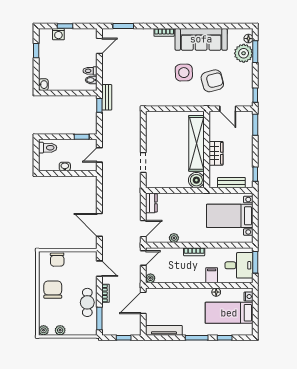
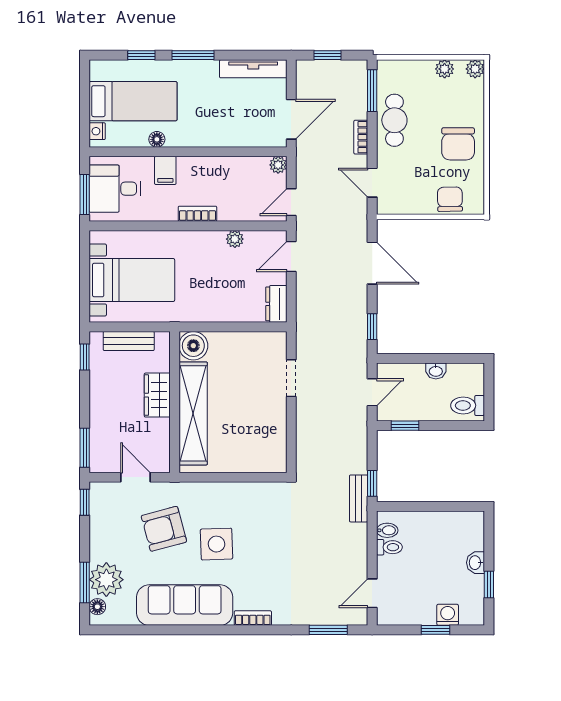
washbasin: (43, 85) -> (475, 563), moved
window: (99, 191) -> (372, 327), added

